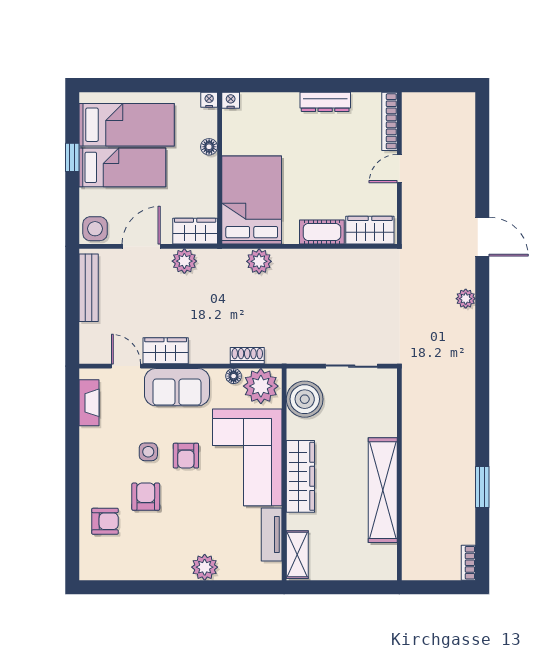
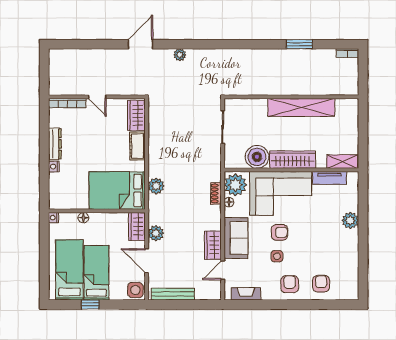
nightstand: (231, 100) -> (54, 167), moved
boiler: (305, 399) -> (257, 157), moved
armchair: (146, 497) -> (290, 284), moved, turned 90

